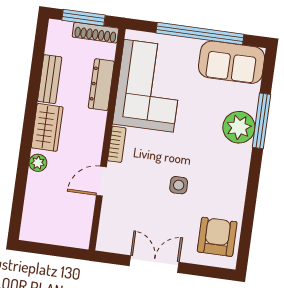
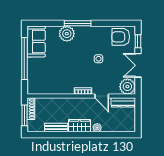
dresser: (101, 85) -> (123, 102), moved
corner sofa: (149, 86) -> (53, 80), removed
window: (261, 121) -> (78, 23), moved
plant: (114, 236) -> (127, 87), added
window: (203, 271) -> (138, 41), added

